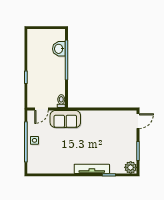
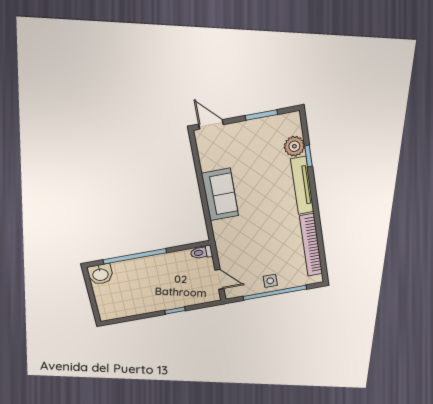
washbasin: (59, 49) -> (100, 274), moved
sofa: (65, 119) -> (220, 195), moved
plant: (131, 167) -> (294, 146), moved
bookcase: (53, 169) -> (311, 245), added

